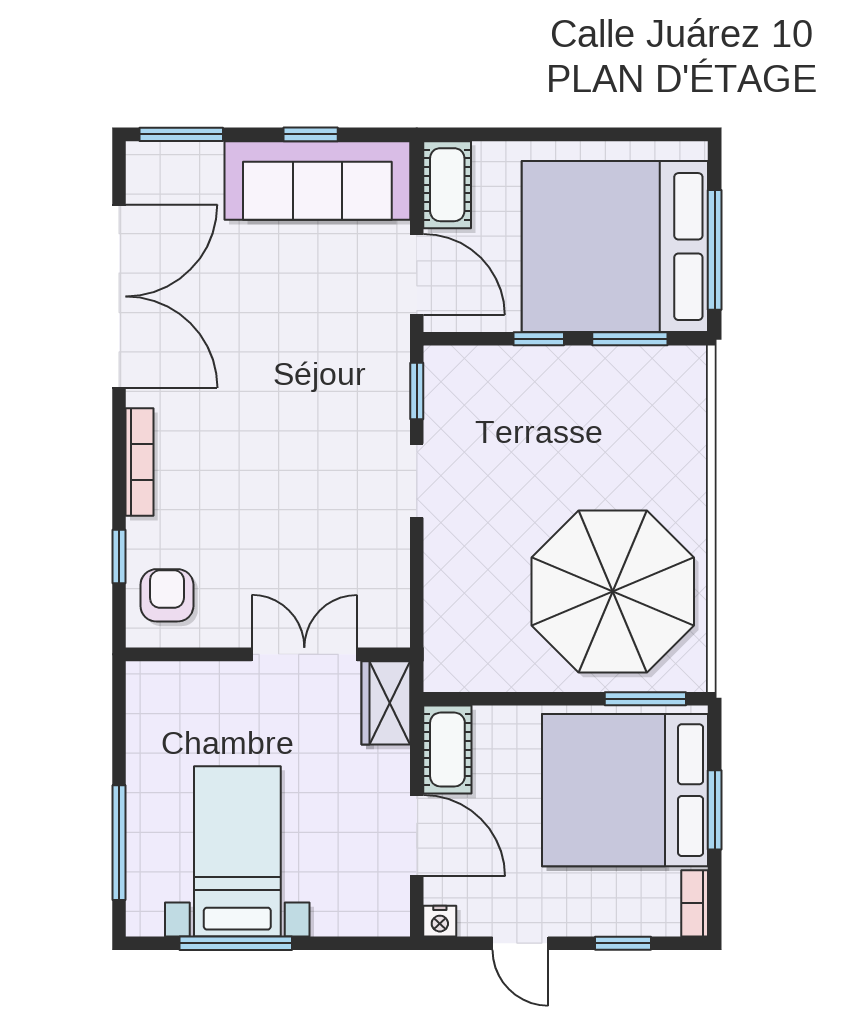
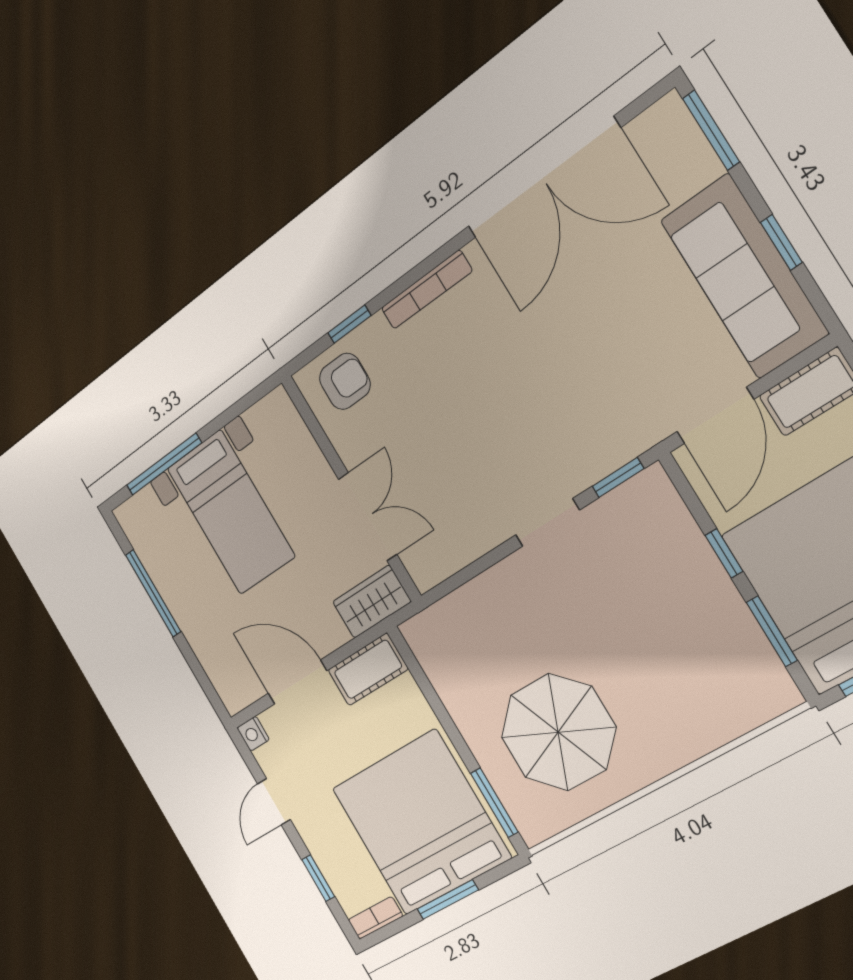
parasol: (613, 592) -> (558, 732), width x0.73, depth x0.73
door: (417, 836) -> (297, 682), swing flipped
bed with nightstands: (237, 851) -> (231, 512), moved, turned 90

